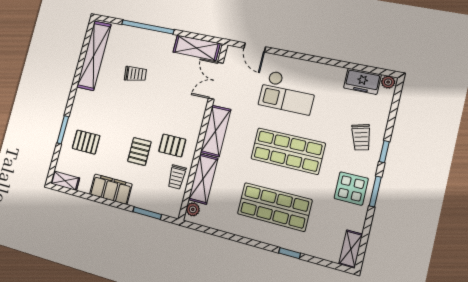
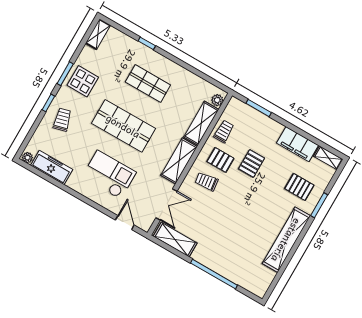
shelving: (94, 56) -> (286, 240), moved
trolley: (135, 74) -> (206, 182), moved
freezer: (362, 81) -> (52, 167), width x1.40
filing cabinet: (111, 189) -> (297, 144), moved
shop shelf: (274, 207) -> (148, 83), width x0.70, depth x0.74

